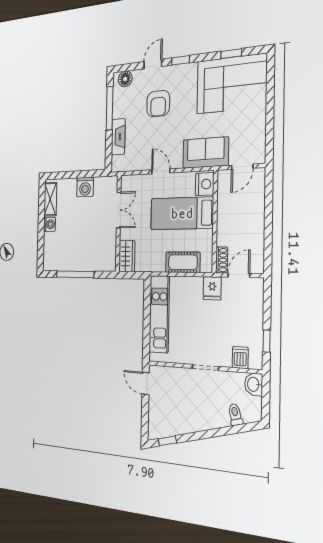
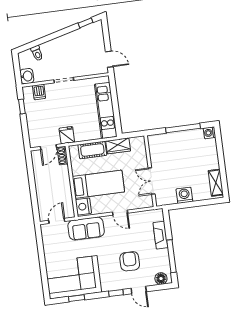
door: (153, 64) -> (139, 290), hinge flipped
washing machine: (49, 224) -> (209, 133), moved
wardrobe: (127, 256) -> (118, 146), moved, turned -90

